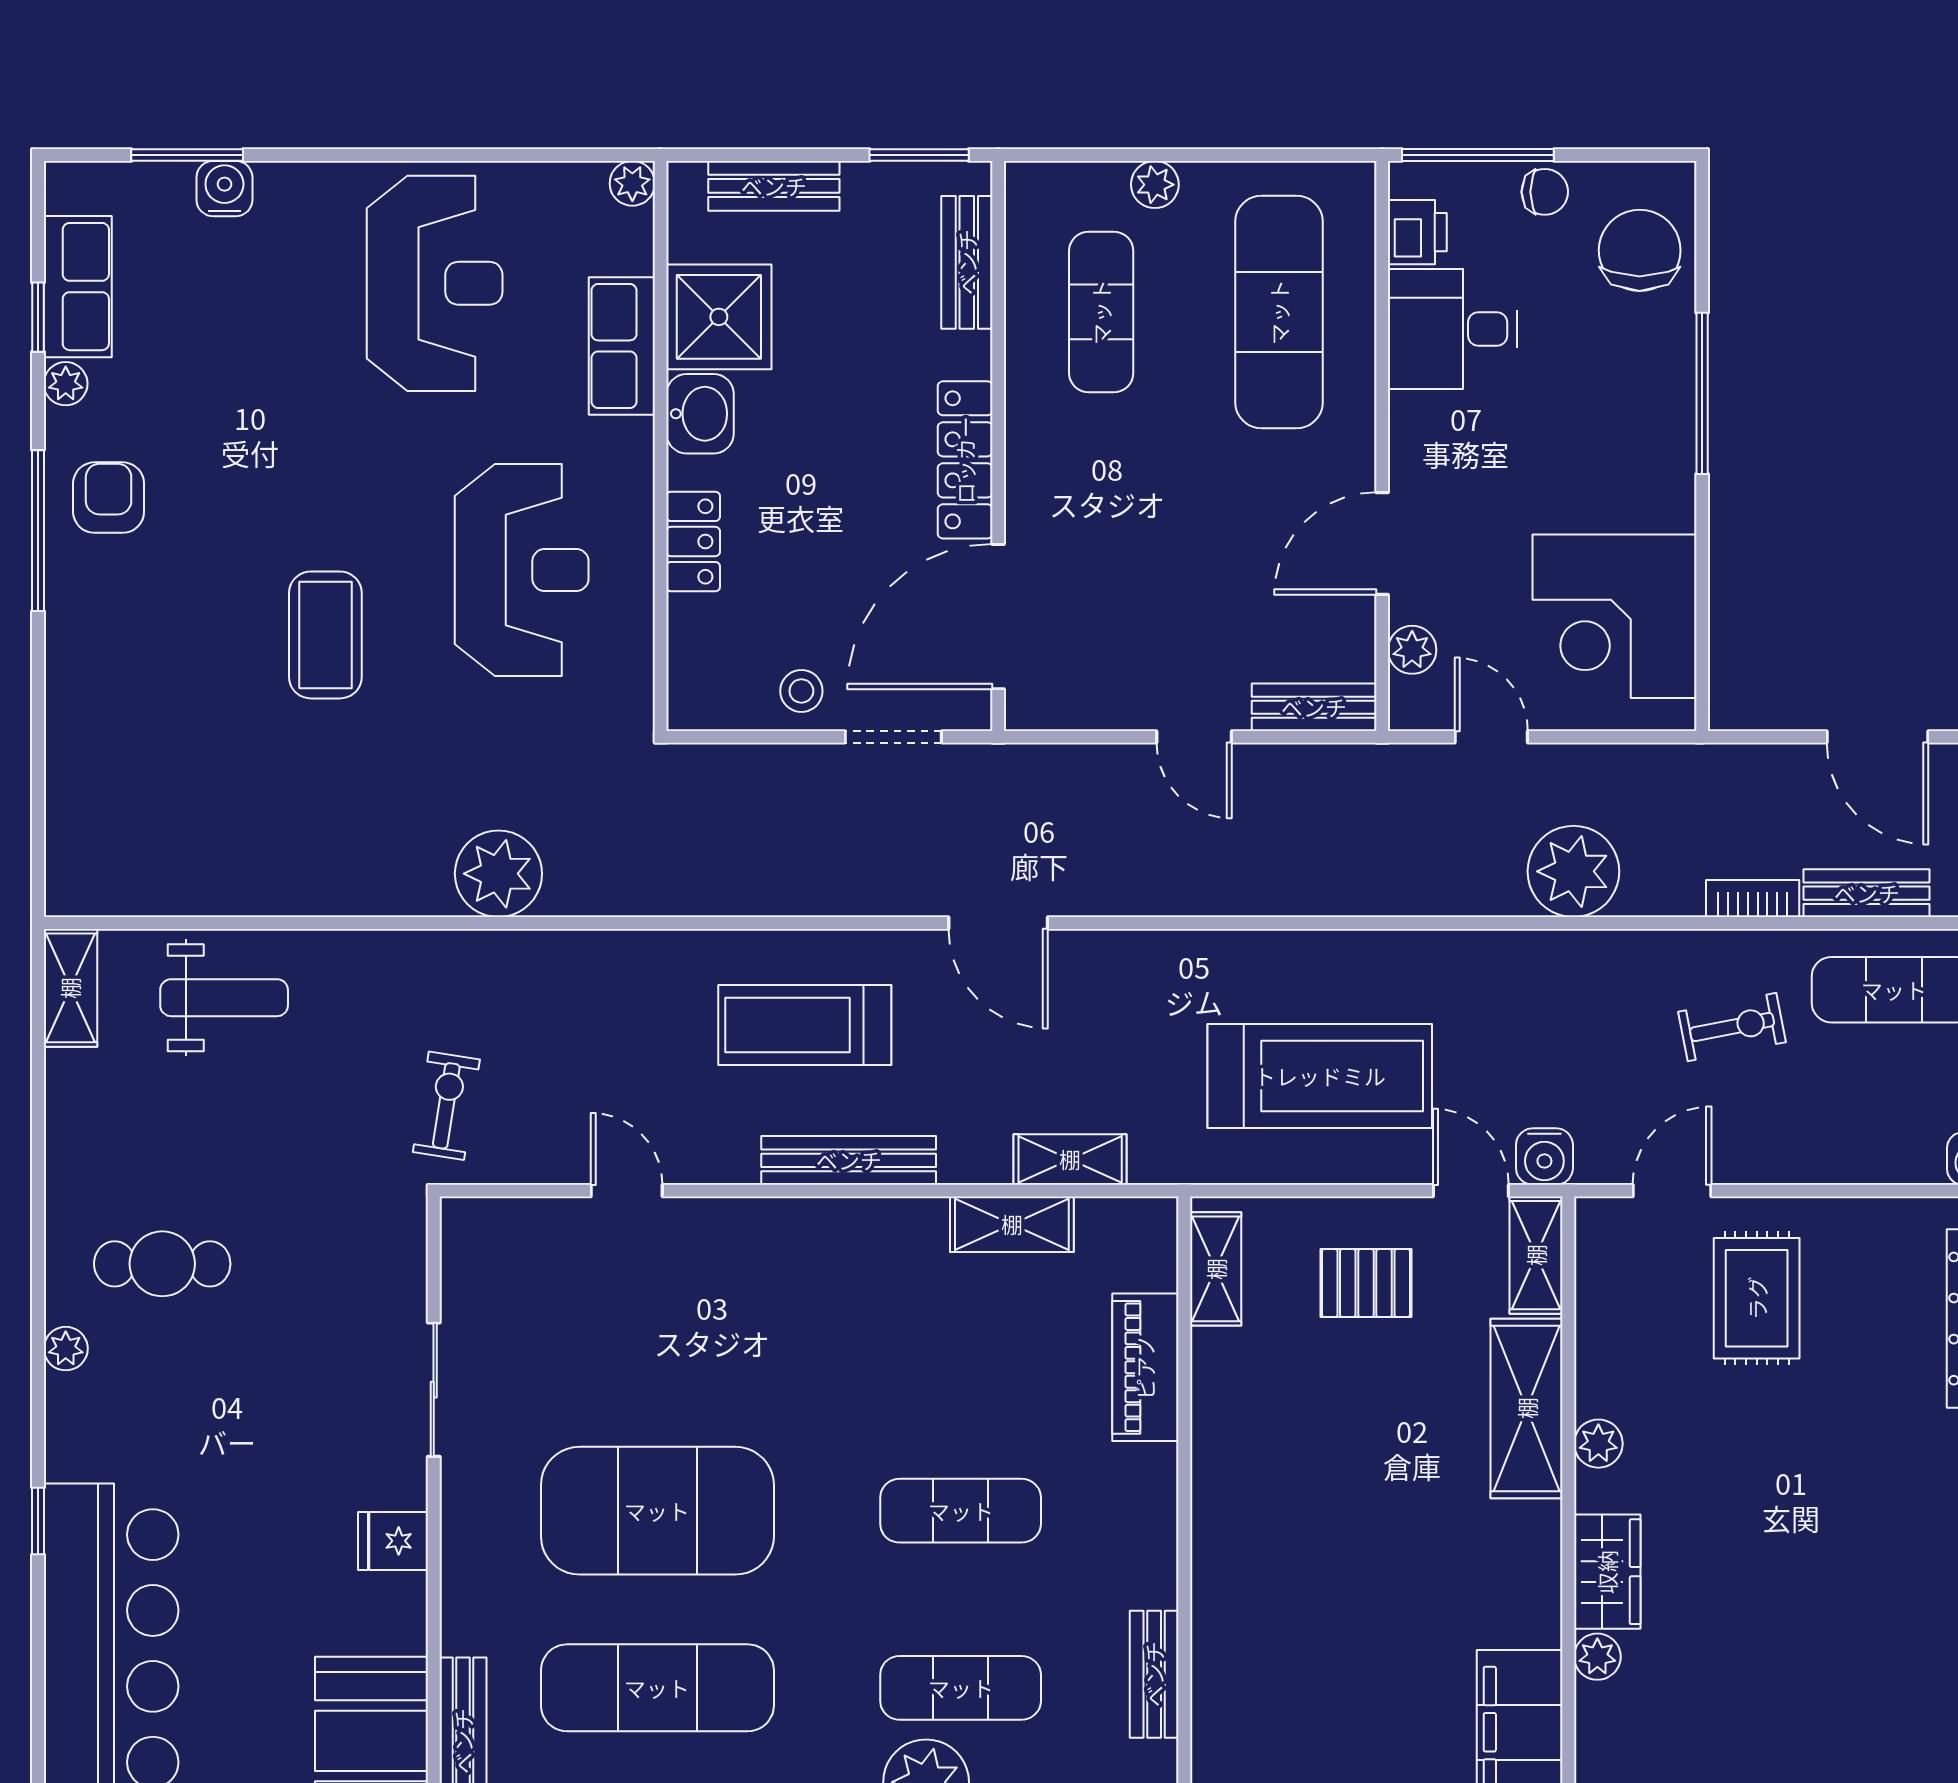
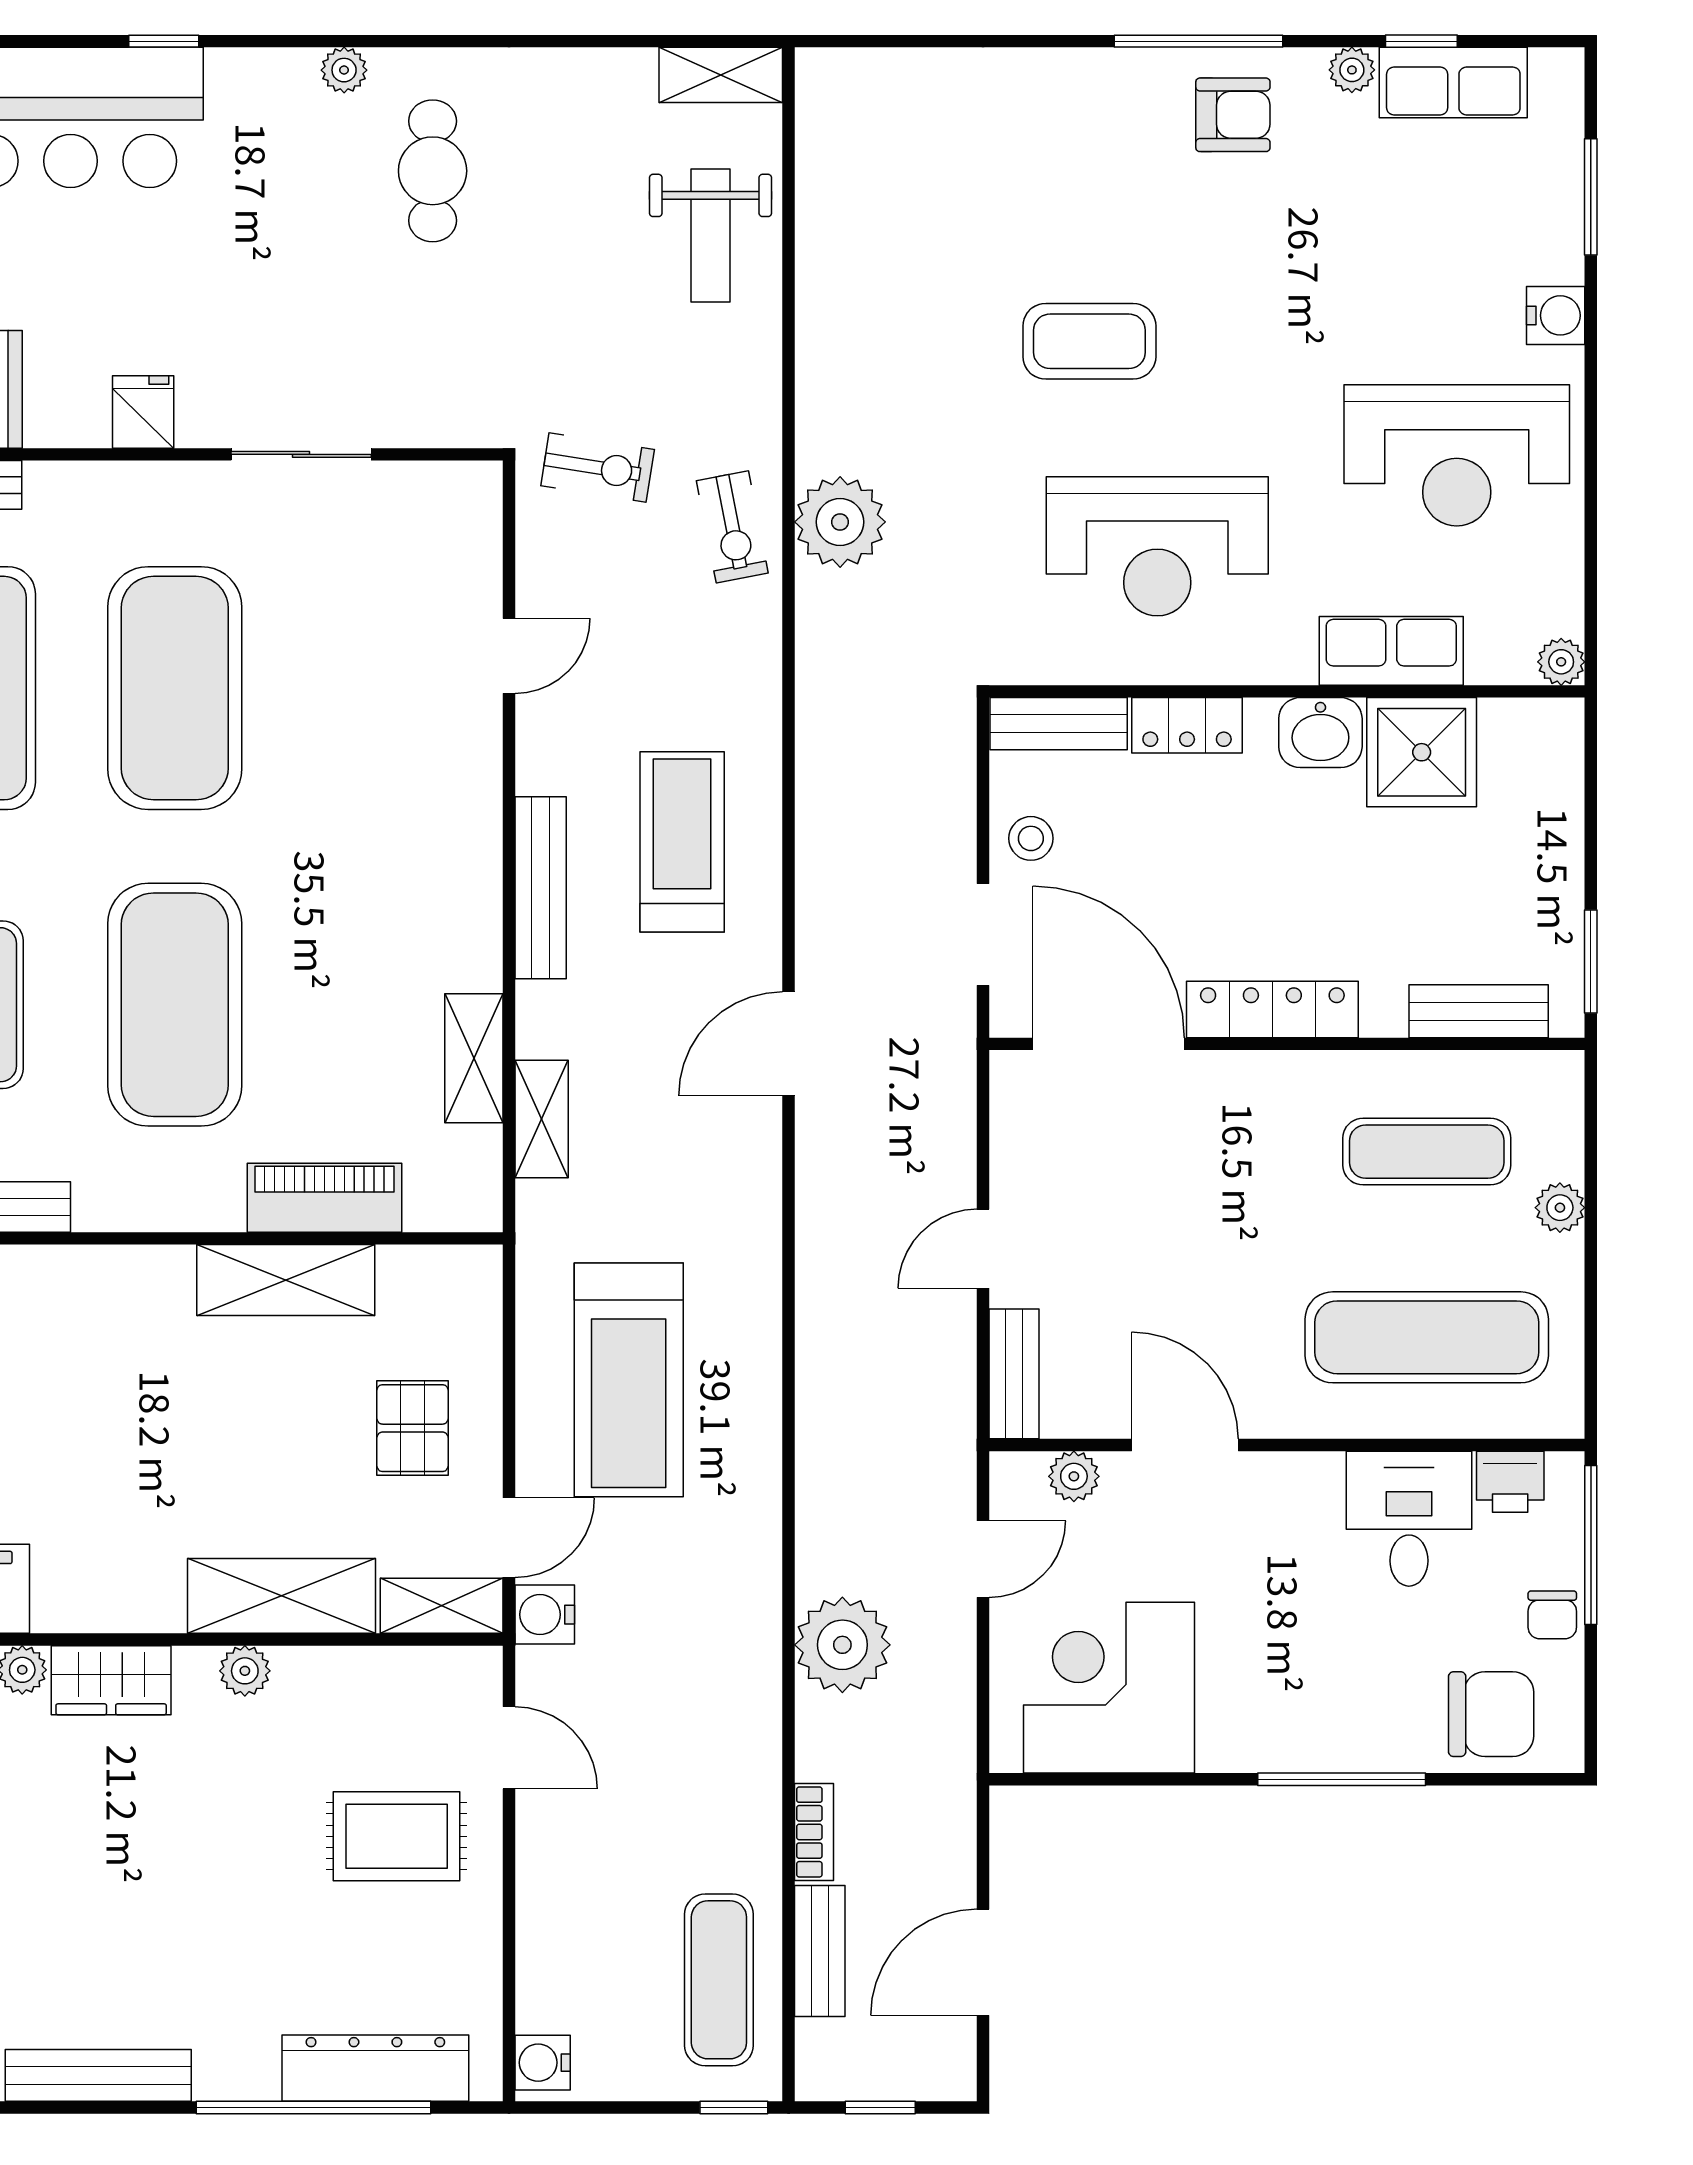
bench: (774, 186) -> (1059, 724), moved, turned 90
water cooler: (224, 189) -> (1556, 315), moved
exercise bike: (1732, 1027) -> (732, 527), moved
shelving: (1216, 1269) -> (286, 1280), moved, width x1.50, depth x1.33
exercise mat: (961, 1511) -> (175, 1005), width x2.00, depth x1.45

